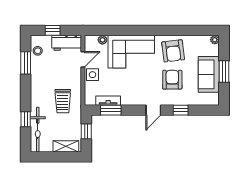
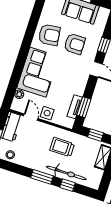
window: (26, 63) -> (42, 177), moved
armchair: (172, 80) -> (75, 44), turned 180
trolley: (63, 101) -> (62, 147), turned 180
bicycle: (38, 130) -> (66, 173), moved

